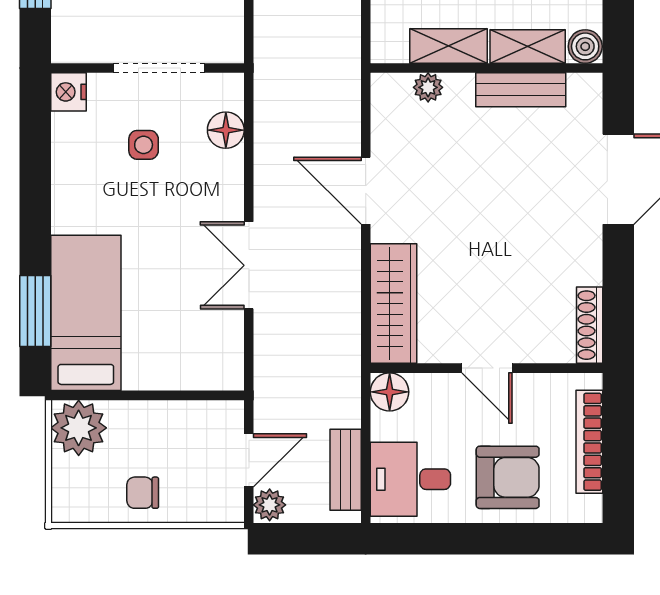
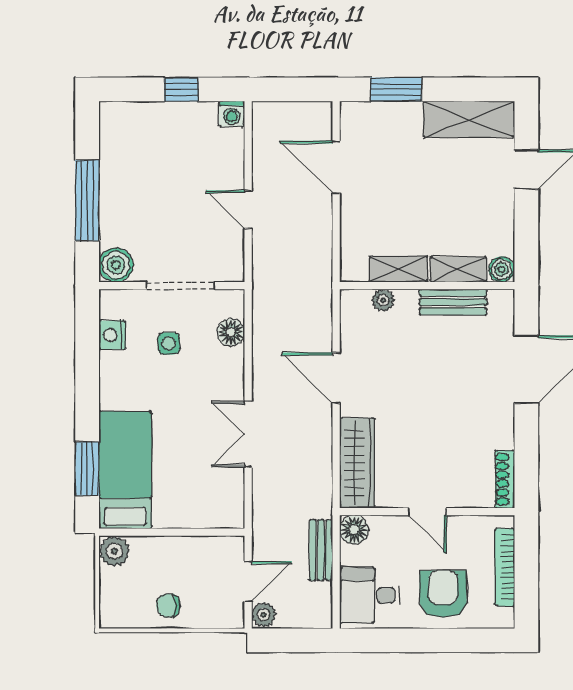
boiler: (73, 41) -> (116, 265), added
nightstand: (68, 92) -> (112, 335), moved
plant: (79, 428) -> (114, 551), width x0.73, depth x0.73
bench: (346, 470) -> (321, 550), moved
armchair: (508, 477) -> (443, 594), turned -90

